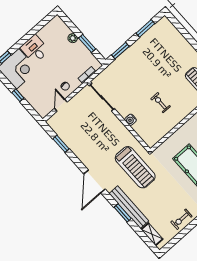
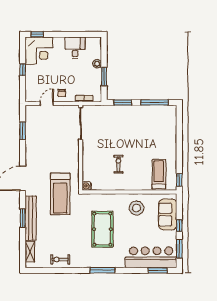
window: (145, 28) -> (154, 102), width x1.44
desk: (35, 49) -> (75, 48), moved
water cooler: (131, 120) -> (87, 186), moved

